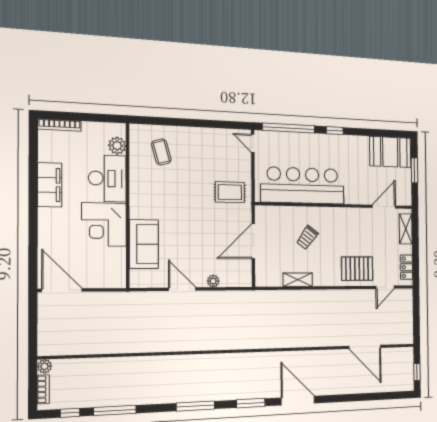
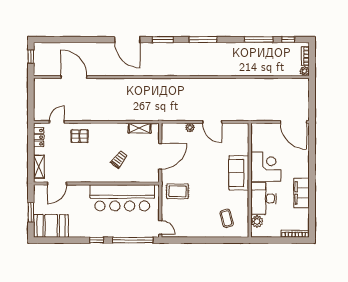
sofa: (144, 244) -> (239, 173), moved
pallet: (357, 269) -> (80, 136), width x0.67, depth x0.71
shelving: (298, 280) -> (140, 128), moved

